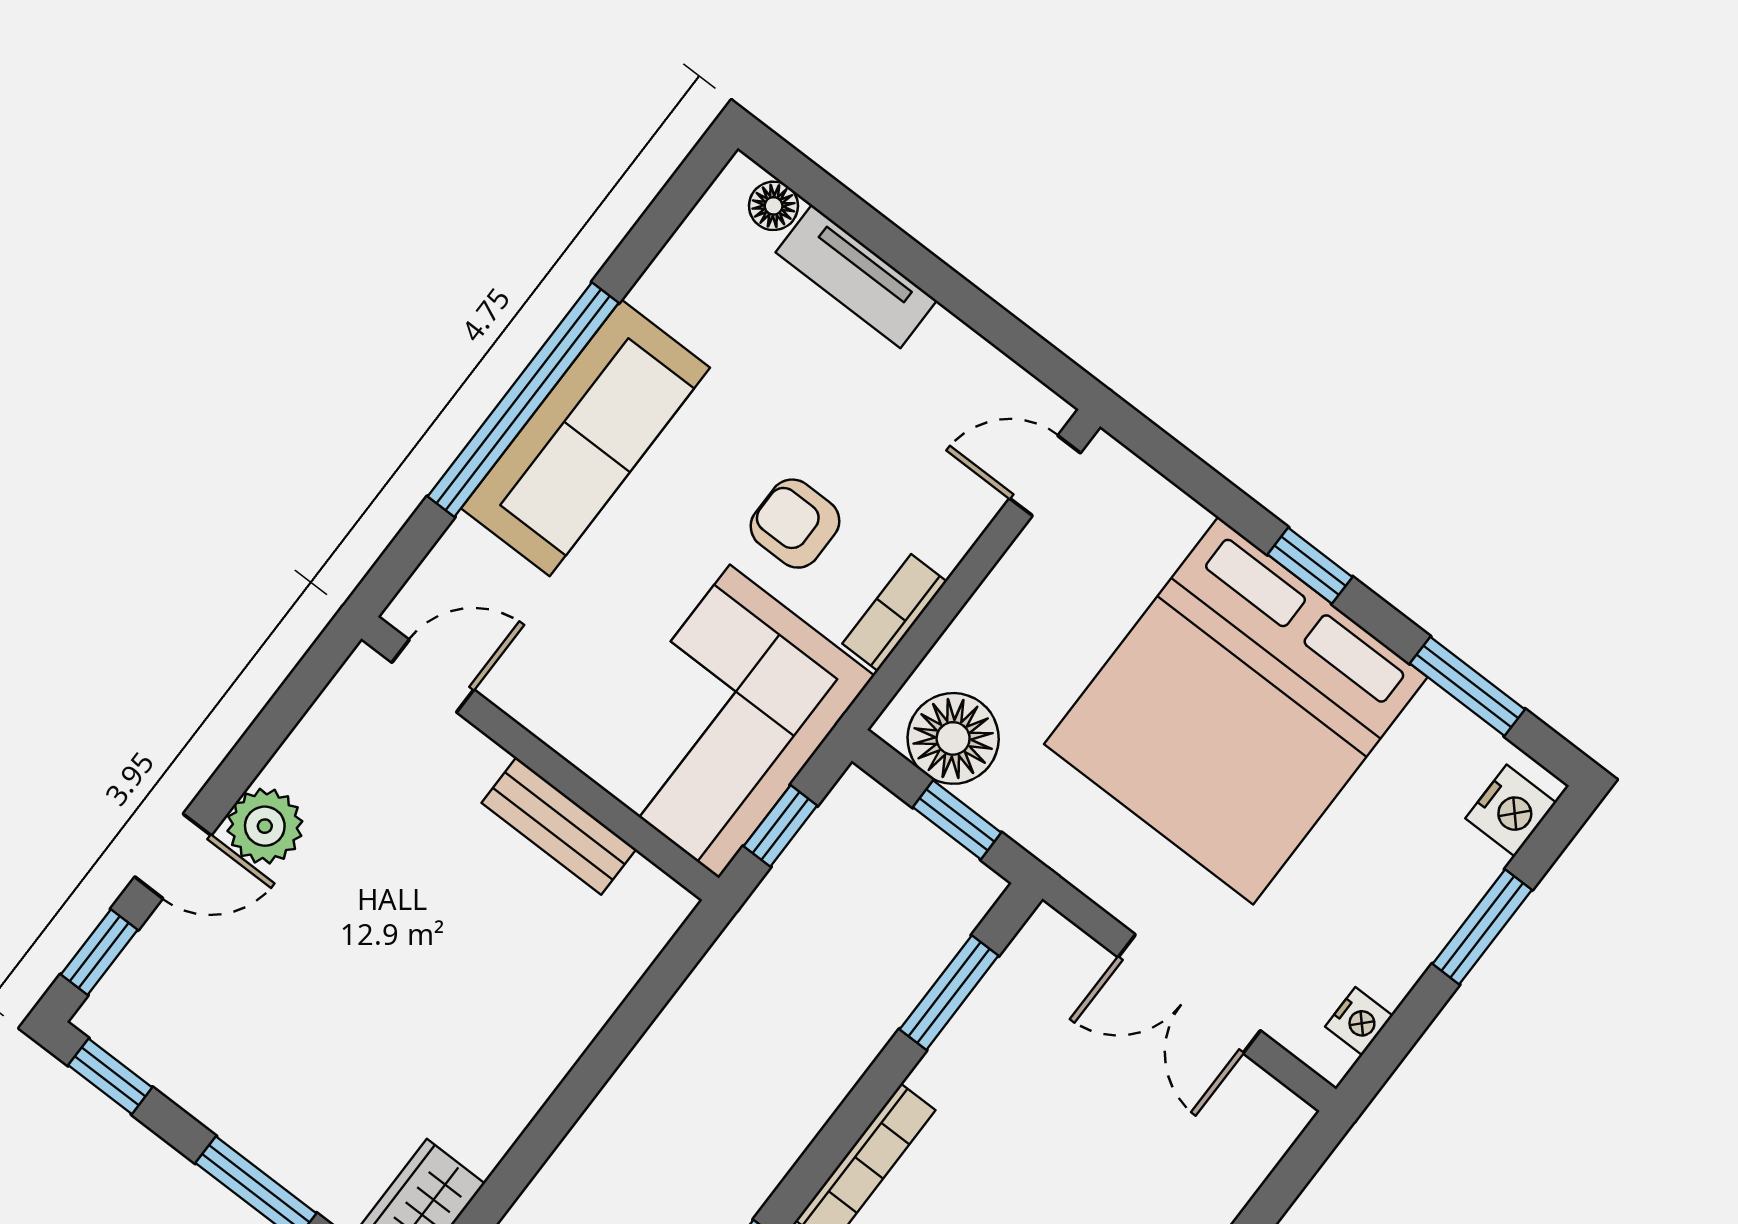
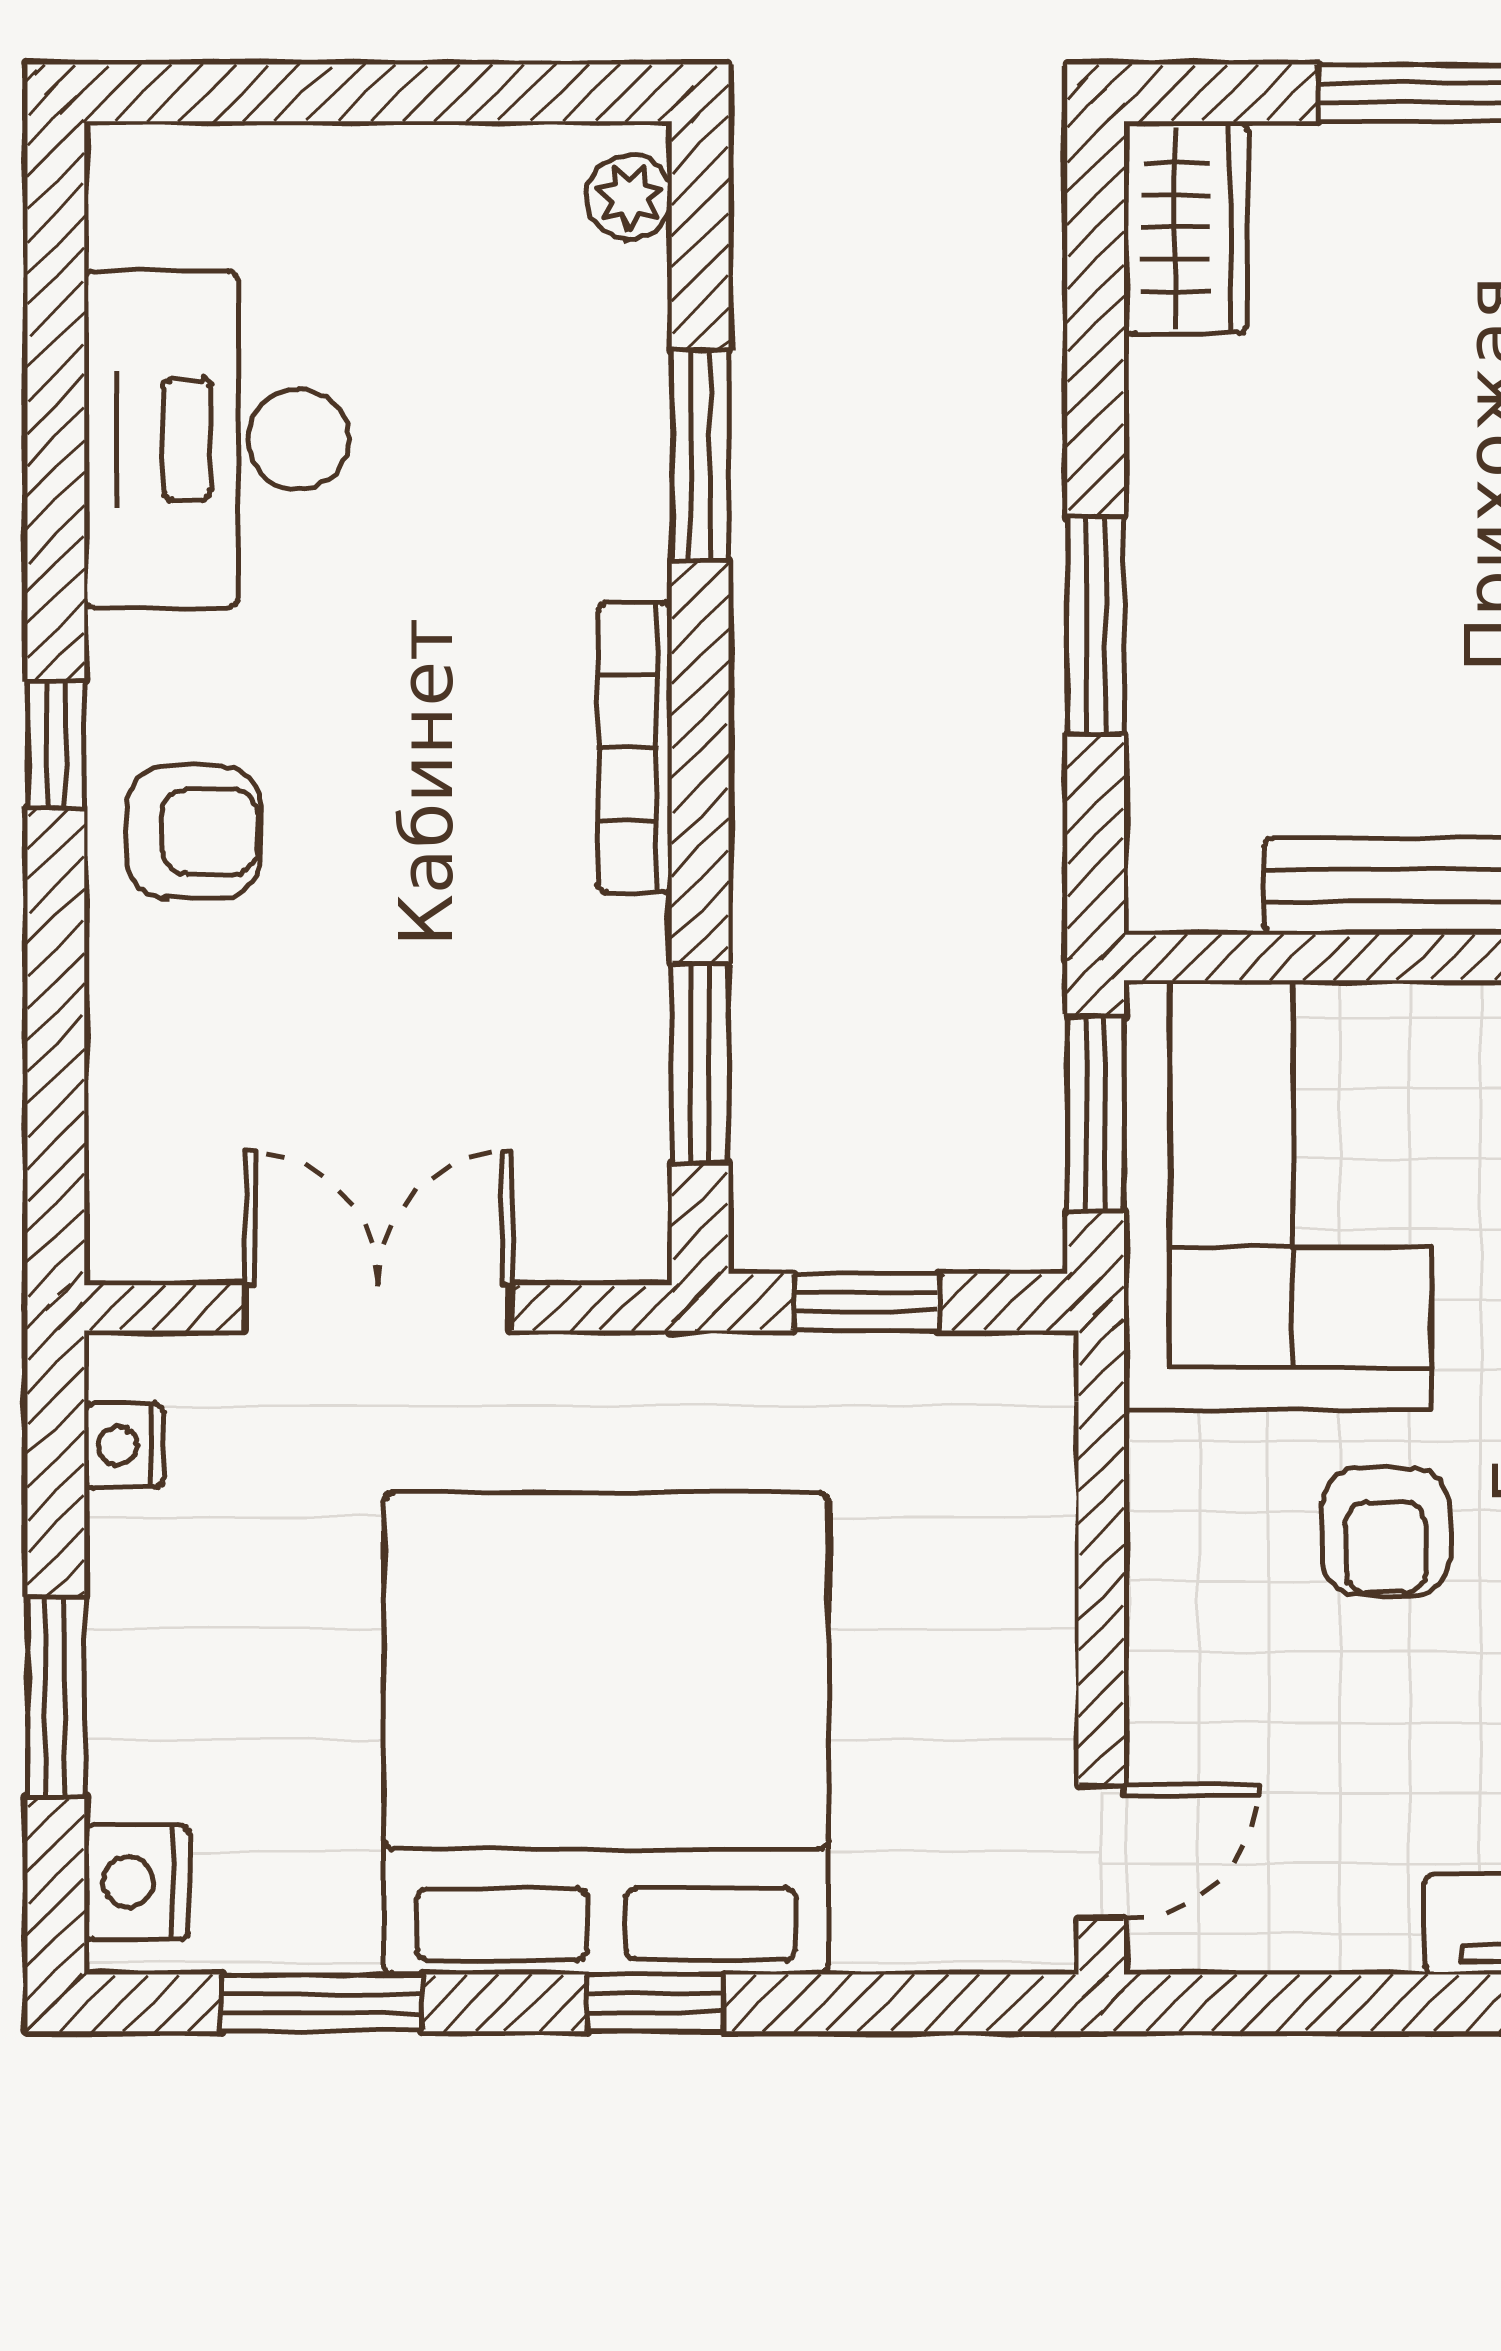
armchair: (795, 524) -> (1386, 1532), turned 90
bookcase: (894, 612) -> (1162, 1515), removed
floor lamp: (953, 738) -> (955, 1407), removed
window: (780, 826) -> (1096, 1113), width x1.50
window: (604, 1056) -> (1096, 625), added

